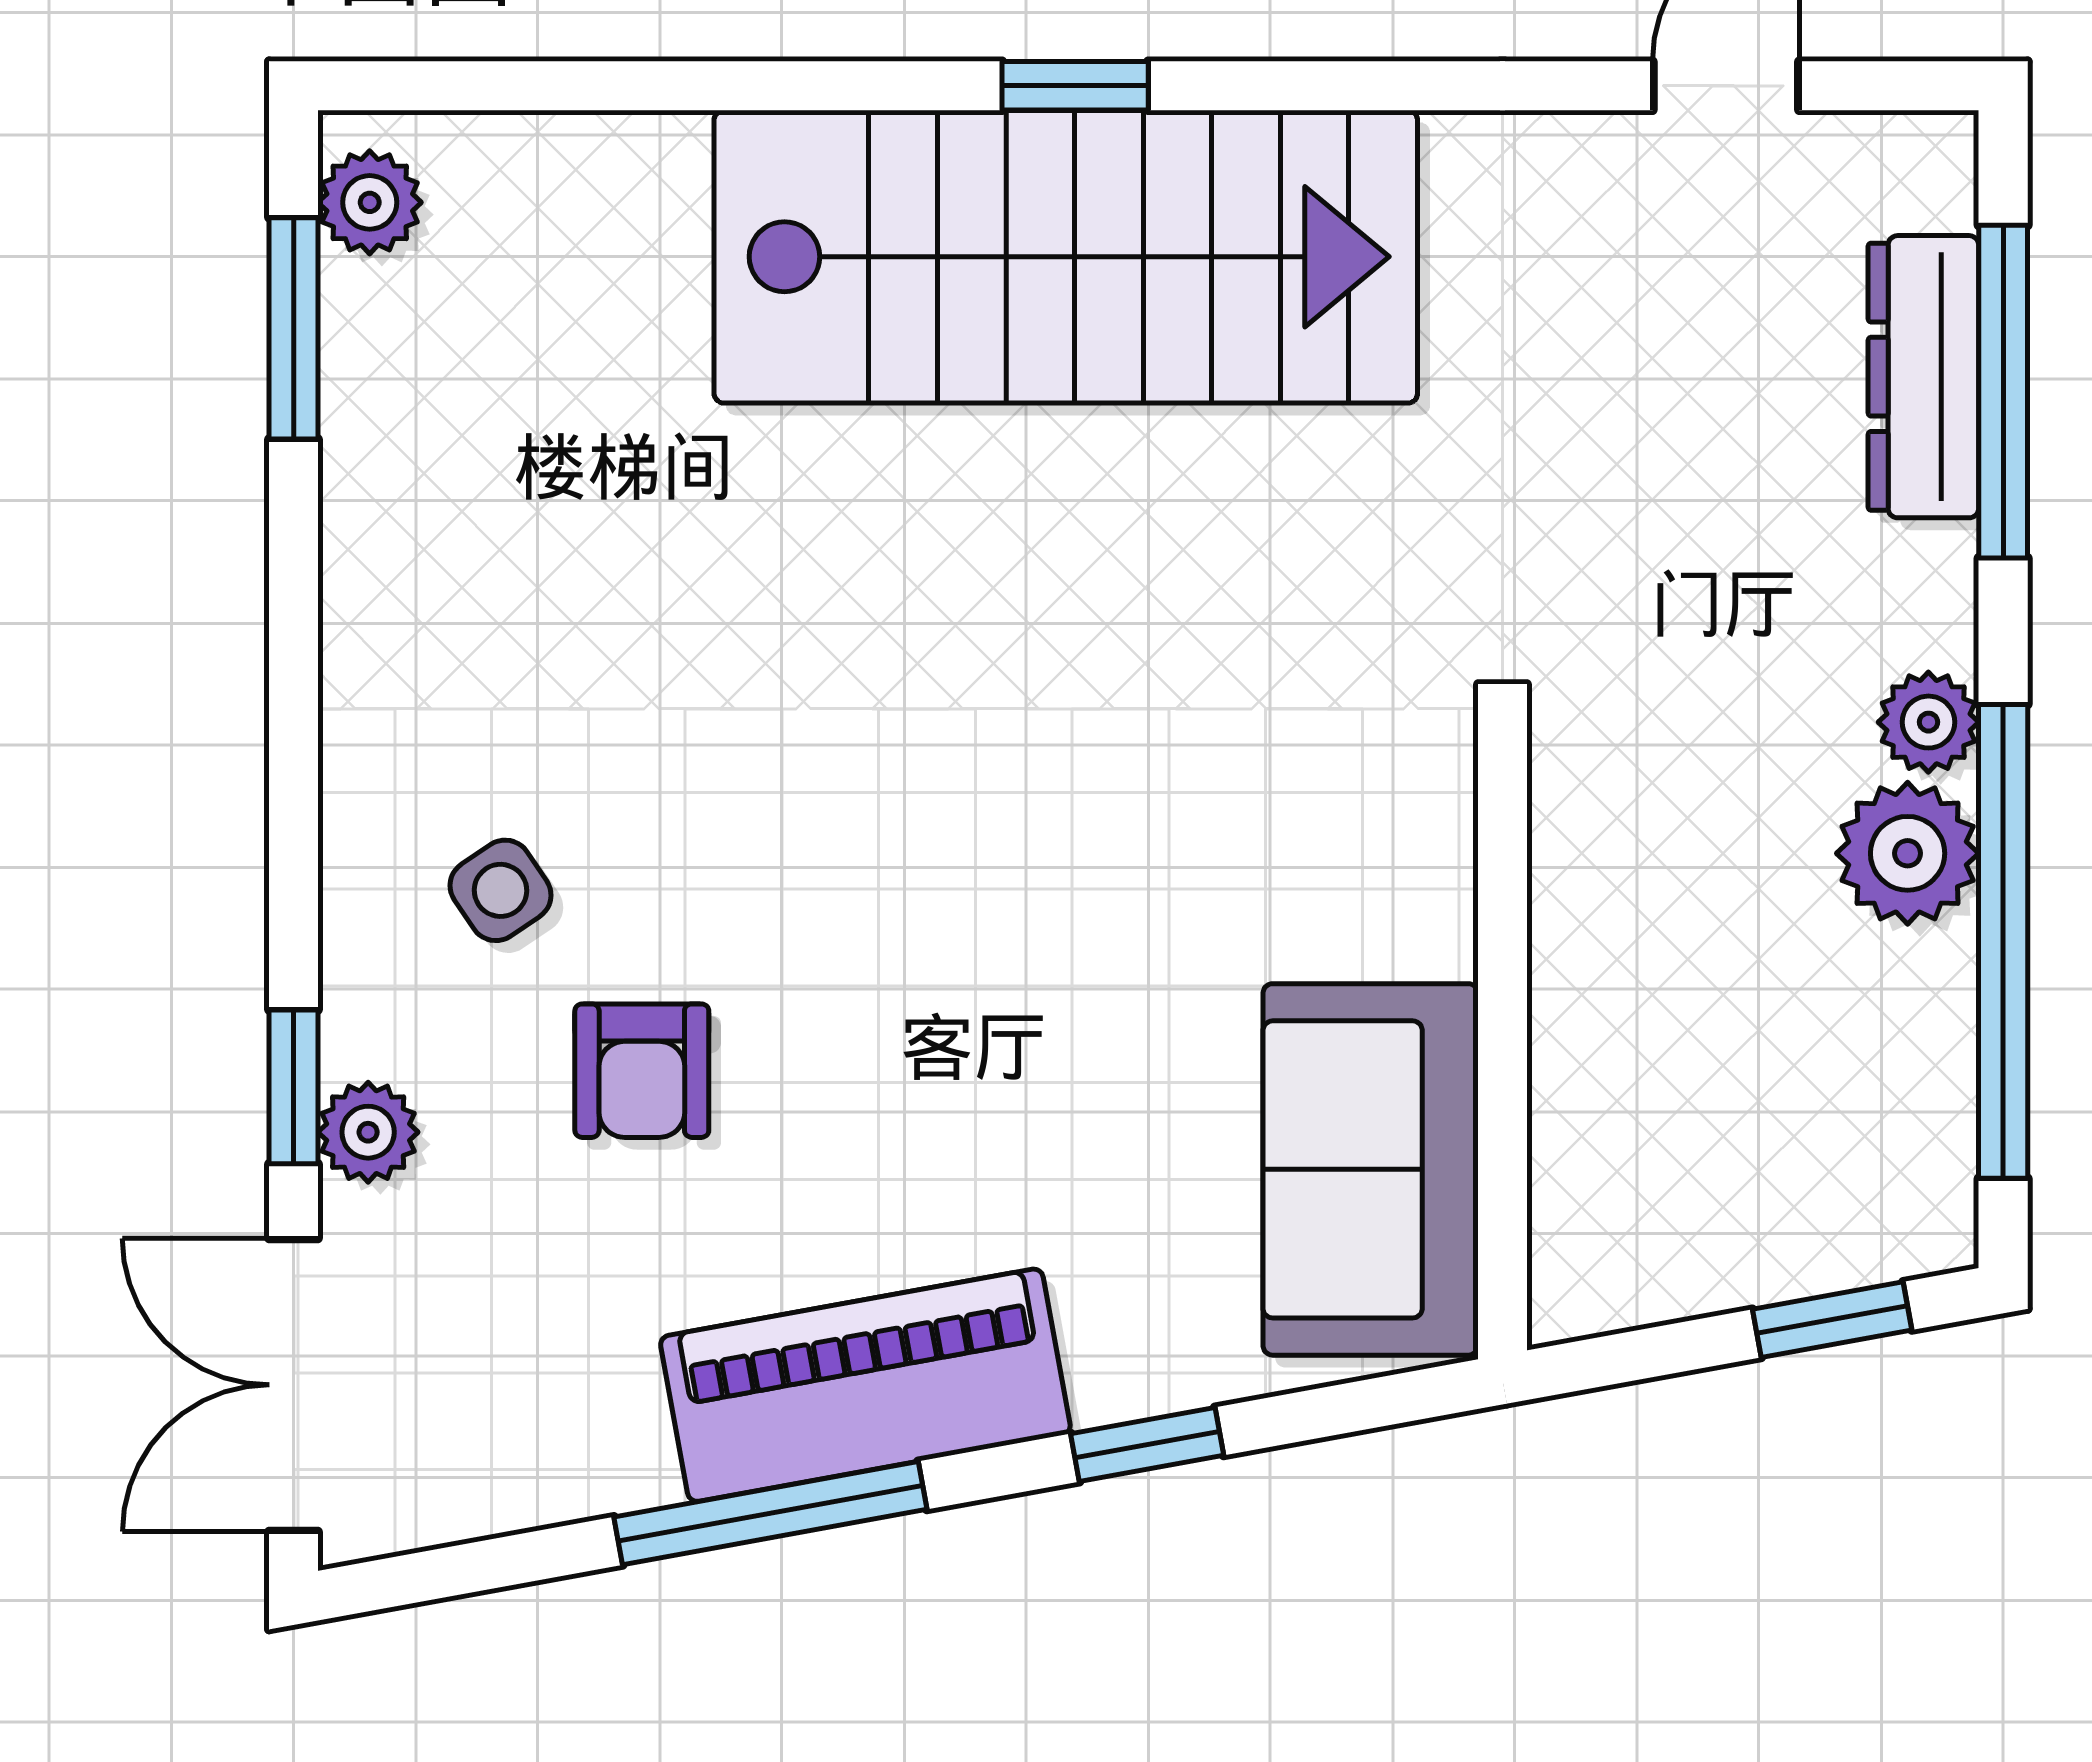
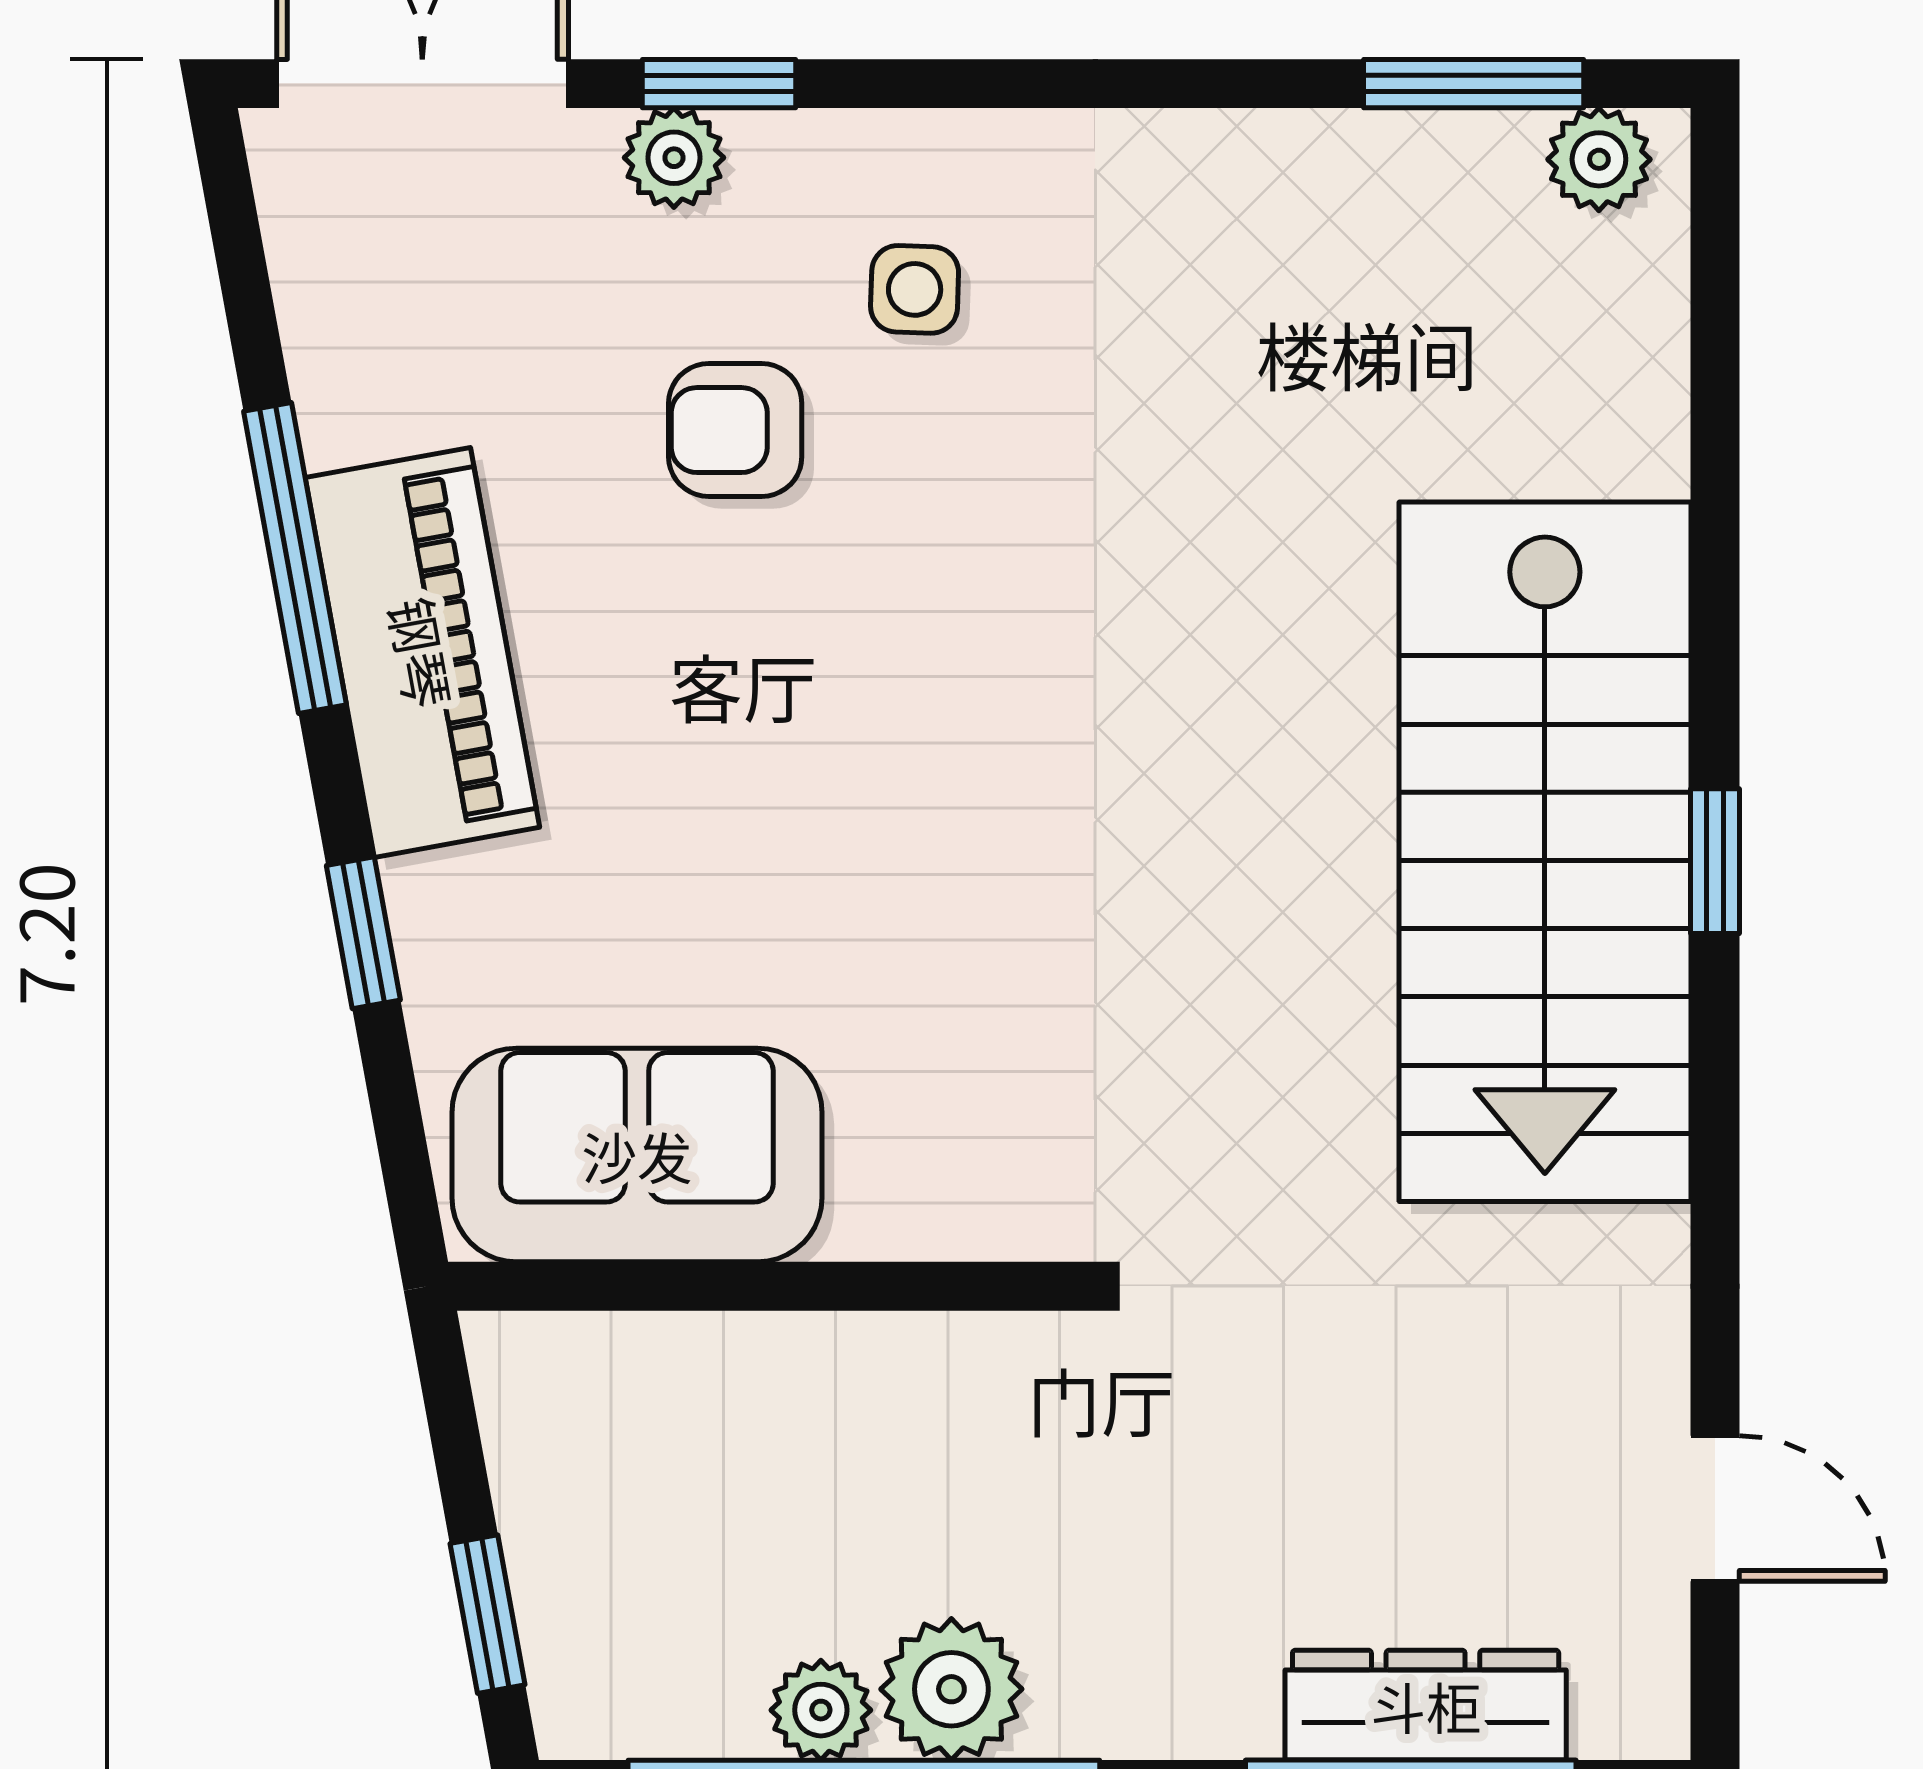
plant: (1928, 722) -> (821, 1710), moved
side table: (500, 890) -> (915, 289), turned 36

